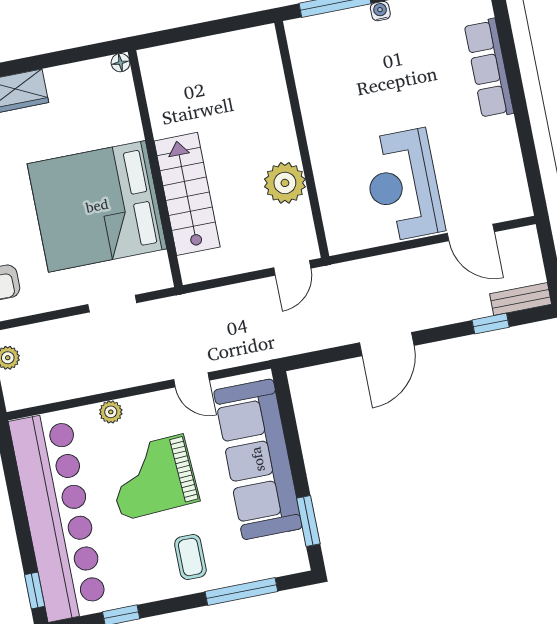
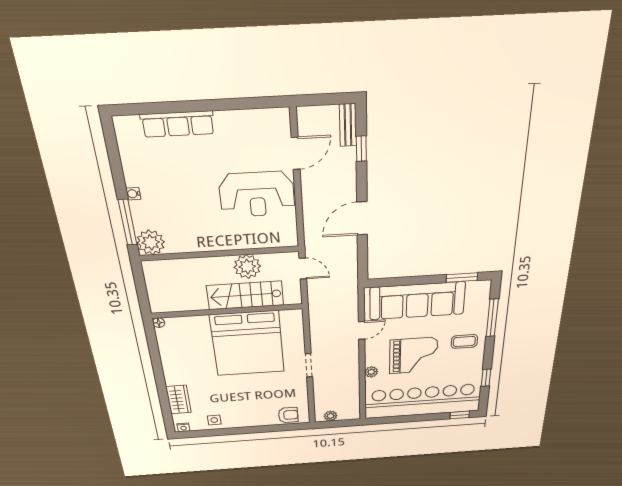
plant: (307, 37) -> (151, 242), added
floor lamp: (120, 63) -> (159, 323), moved
wall: (155, 169) -> (227, 311), moved
stairs: (187, 194) -> (245, 295), moved
bed: (97, 206) -> (247, 344), moved
door: (387, 344) -> (362, 218), swing flipped
grand piano: (152, 477) -> (414, 355), turned -87

